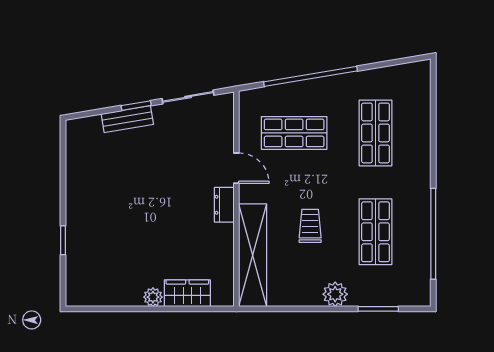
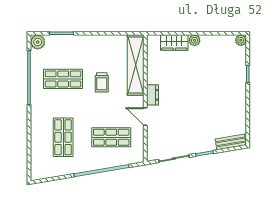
bench: (127, 119) -> (231, 142), moved
shop shelf: (376, 232) -> (63, 79), turned 90
plant: (335, 294) -> (38, 42), moved
plant: (75, 297) -> (241, 40), added

